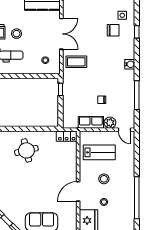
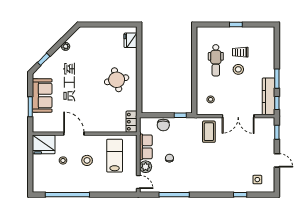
chair: (113, 30) -> (163, 125), moved
water cooler: (130, 64) -> (206, 187), removed
door: (125, 130) -> (138, 182), swing flipped
lab bench: (99, 152) -> (115, 156), turned 180

